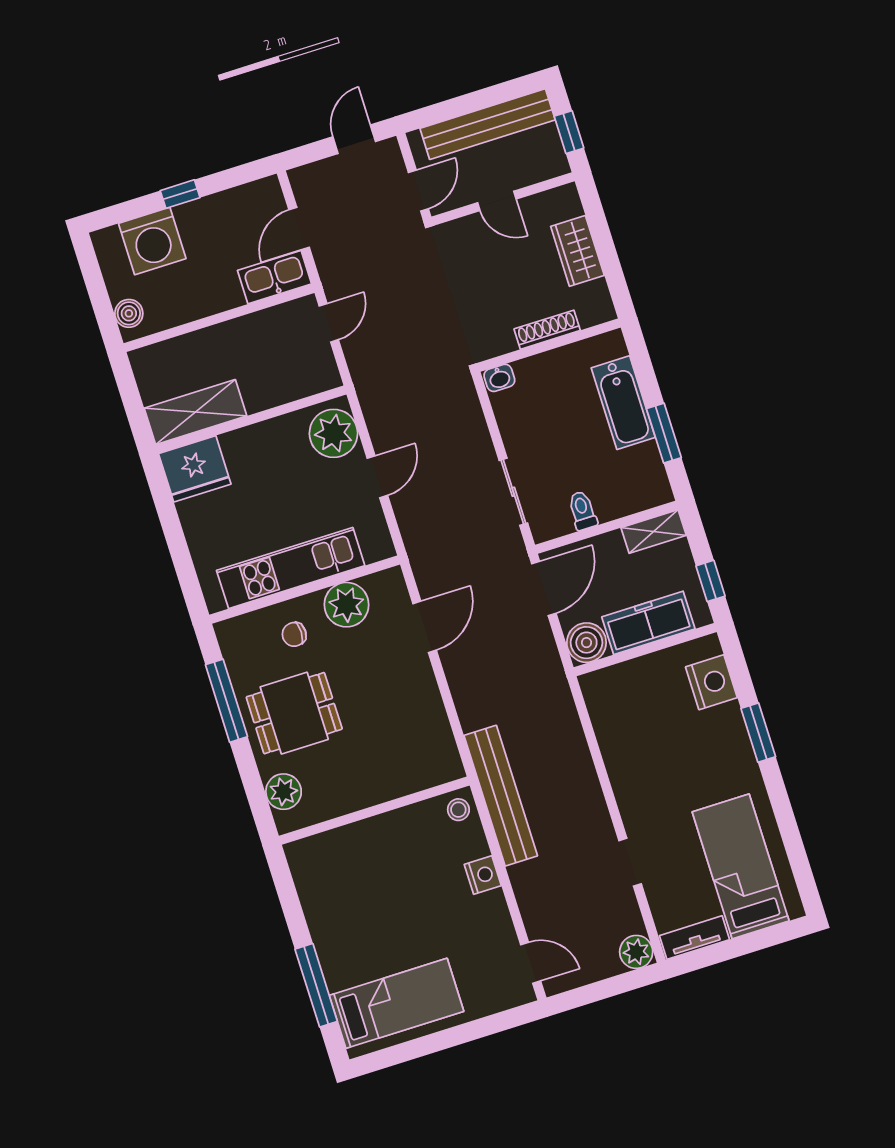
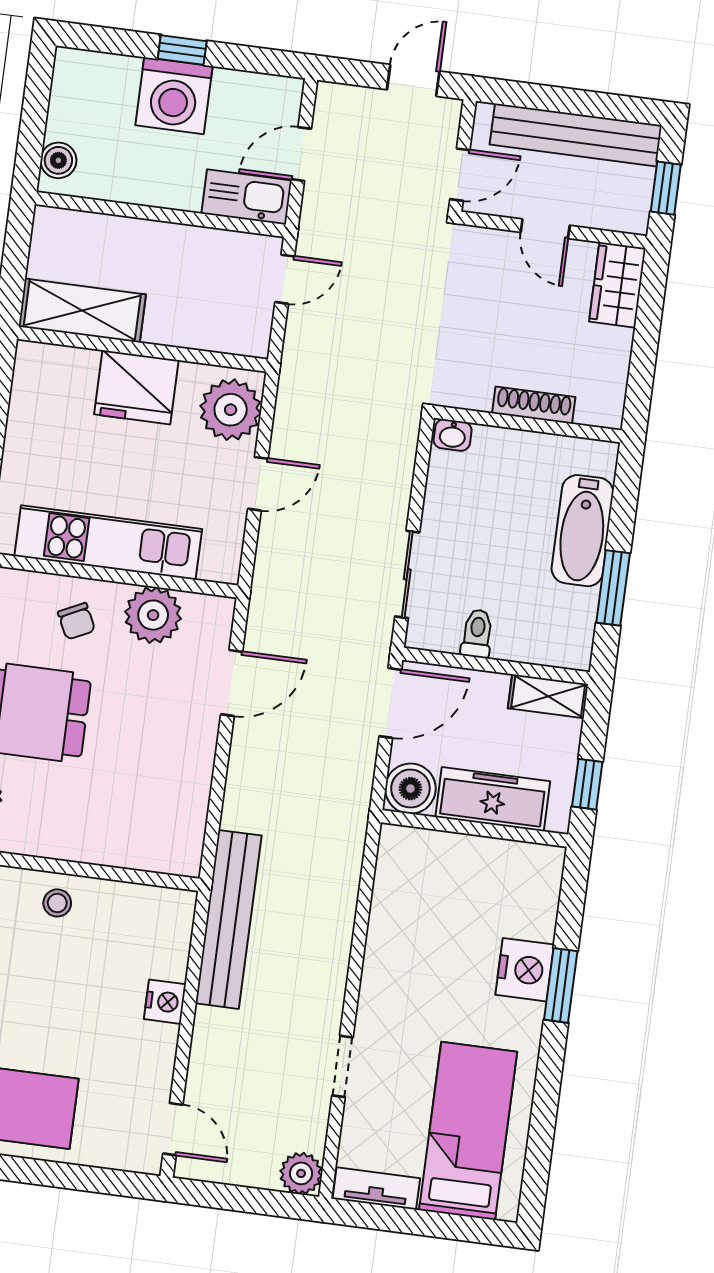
washing machine: (152, 241) -> (174, 96), moved
wardrobe: (577, 251) -> (617, 285), moved
fridge: (195, 469) -> (136, 387), moved
chair: (294, 634) -> (76, 621), turned -116
nightstand: (711, 682) -> (525, 970), moved
stool: (458, 810) -> (57, 903), moved

